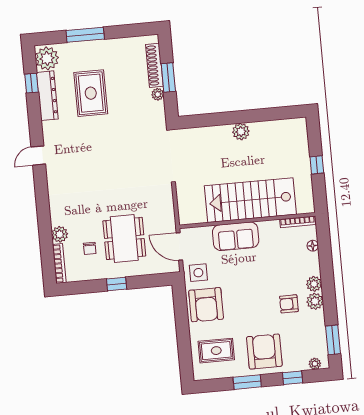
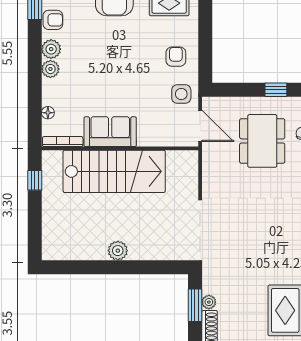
window: (168, 78) -> (195, 305), moved
window: (317, 165) -> (35, 180), moved
sofa: (236, 236) -> (110, 132), moved
armchair: (289, 304) -> (53, 20), moved
armchair: (206, 305) -> (176, 57), width x0.53, depth x0.53

